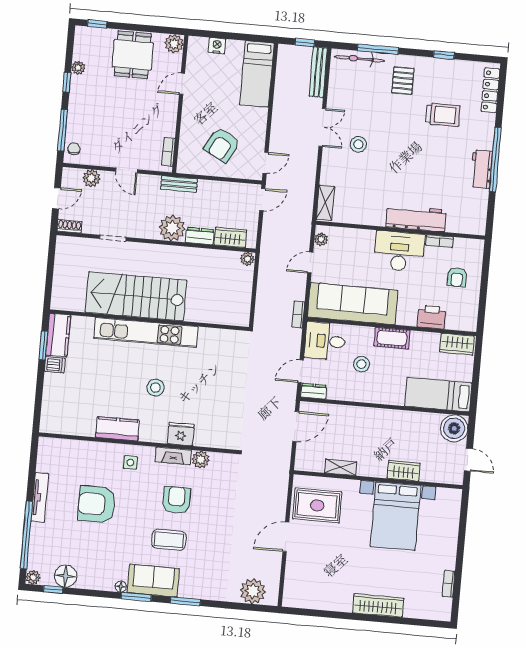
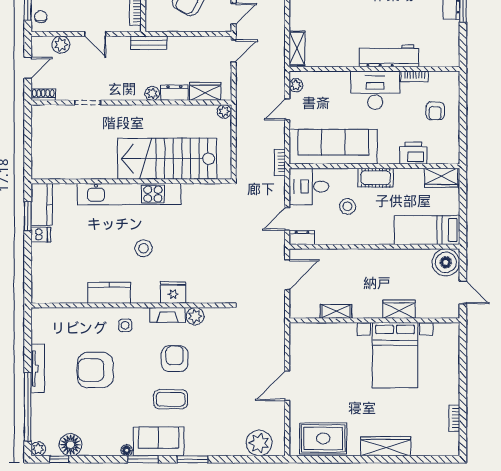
plant: (172, 228) -> (152, 93), width x0.53, depth x0.53
stairs: (136, 296) -> (167, 159), moved
rug: (317, 505) -> (323, 438), moved

